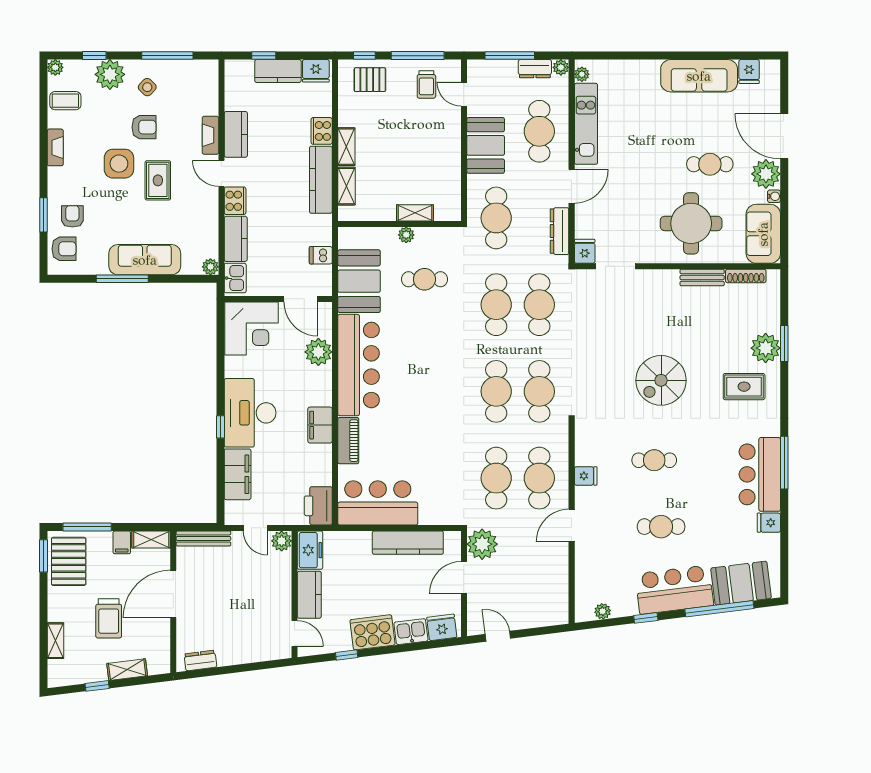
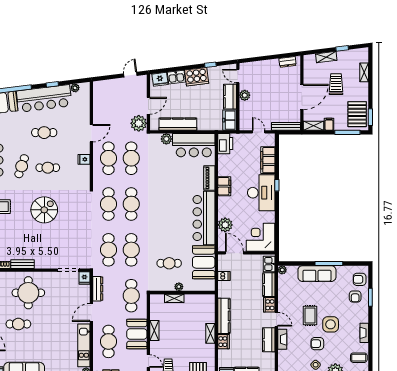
shelving: (346, 186) -> (154, 331), moved
cafe table: (704, 463) -> (22, 166), added
plant: (430, 515) -> (166, 139), added
plant: (282, 541) -> (245, 95), moved
bar counter: (674, 590) -> (44, 98), width x1.36
door: (498, 636) -> (130, 75), swing flipped

